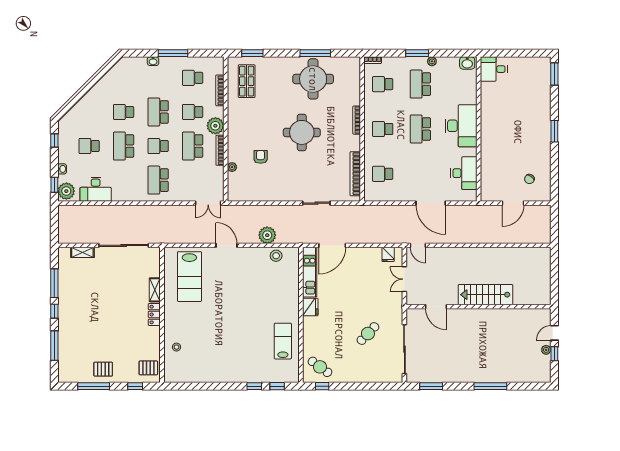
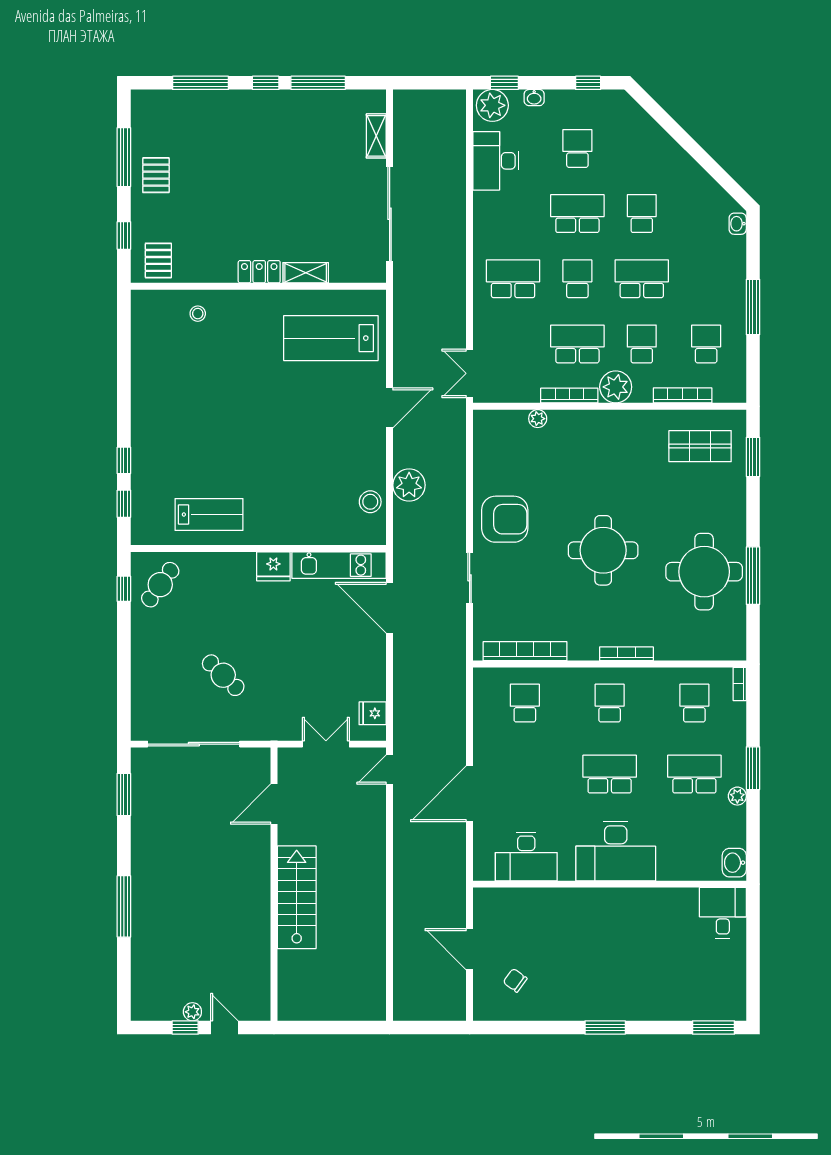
washbasin: (153, 61) -> (738, 224), moved
armchair: (261, 157) -> (505, 519), moved, width x1.88, depth x1.88

